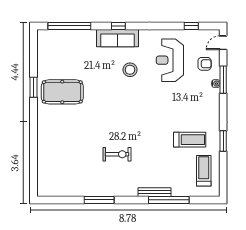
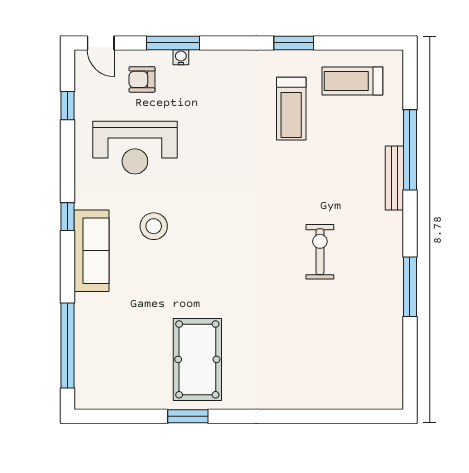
window: (118, 26) -> (67, 217), moved
armchair: (205, 64) -> (142, 79), turned -90
treadmill: (190, 140) -> (291, 109), turned 180

